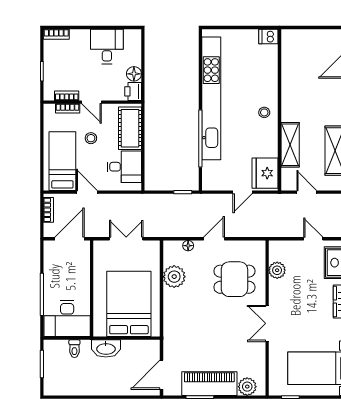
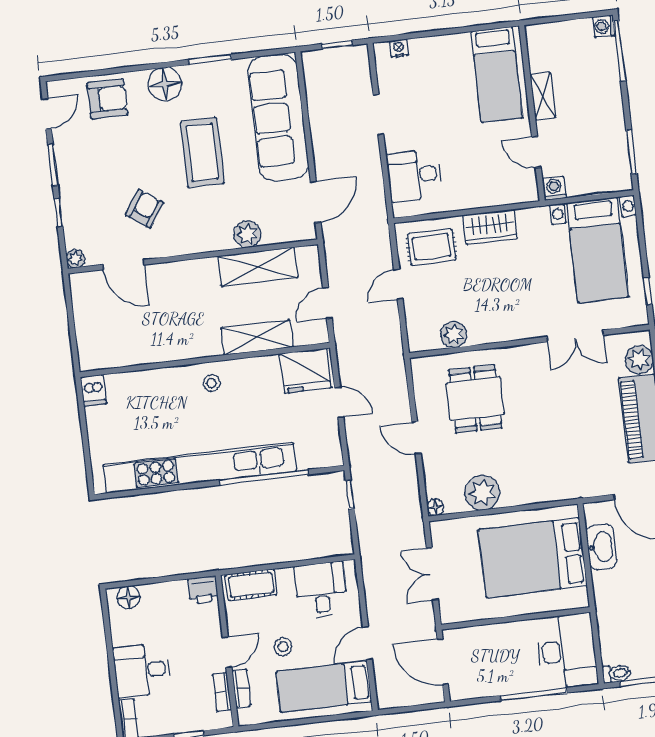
desk: (107, 46) -> (142, 670), moved
floor lamp: (134, 74) -> (128, 597), moved
cot: (130, 128) -> (251, 585), width x0.73, depth x0.75
bookcase: (48, 210) -> (402, 699), removed
floor lamp: (188, 246) -> (435, 507), moved
double door: (267, 323) -> (575, 336), moved
washbasin: (106, 348) -> (601, 547), moved
toilet: (74, 349) -> (617, 673), moved

